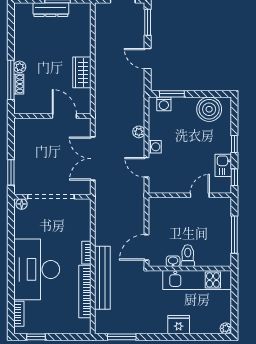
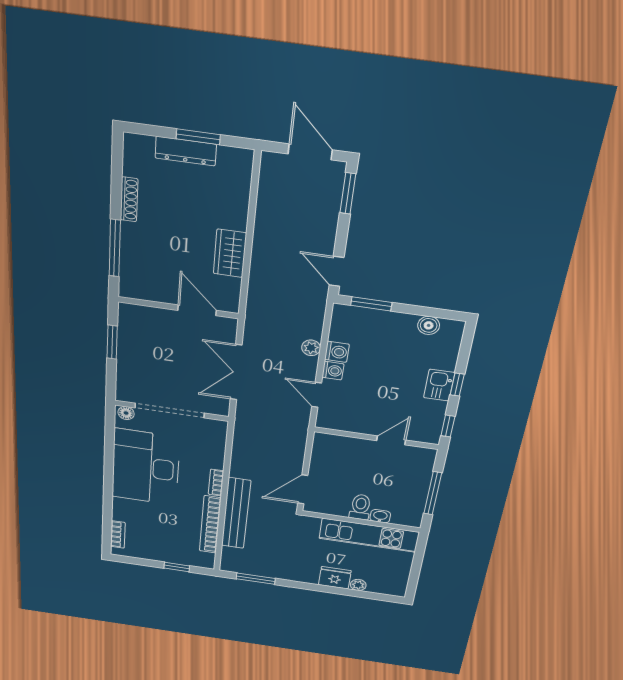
door: (148, 59) -> (336, 271), moved
plant: (20, 67) -> (130, 231), removed
shoe rack: (19, 84) -> (129, 199), moved, width x1.43
washing machine: (164, 104) -> (337, 352), moved, turned -90
boiler: (209, 109) -> (429, 325), width x0.54, depth x0.54
kitchen sink: (223, 165) -> (439, 385), moved
window: (11, 172) -> (112, 342), moved
washbasin: (173, 261) -> (380, 516), moved
desk: (37, 269) -> (146, 467), moved
plant: (226, 328) -> (358, 585), moved
window: (36, 337) -> (177, 567), moved

